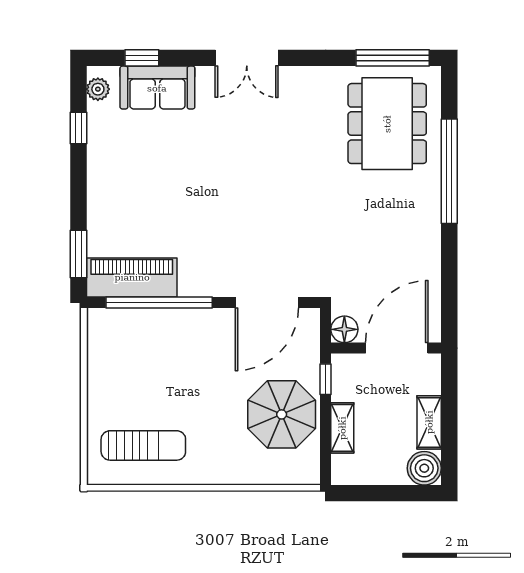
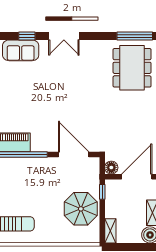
window: (142, 58) -> (27, 36), moved
door: (267, 302) -> (74, 155), swing flipped
shelving: (342, 428) -> (110, 231), moved

